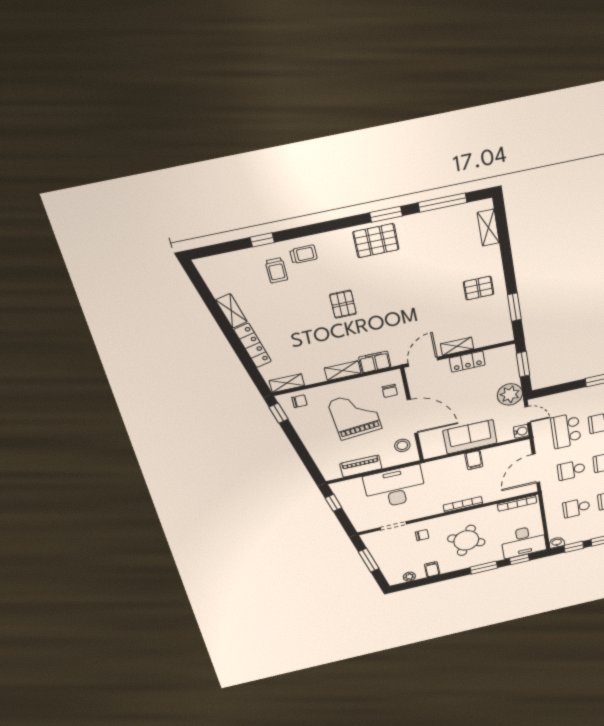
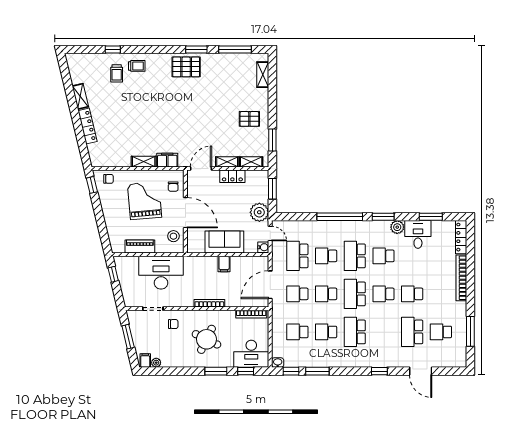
pallet: (343, 304) -> (155, 109), removed
shelving: (287, 383) -> (251, 162), moved
filing cabinet: (432, 569) -> (145, 361), moved

